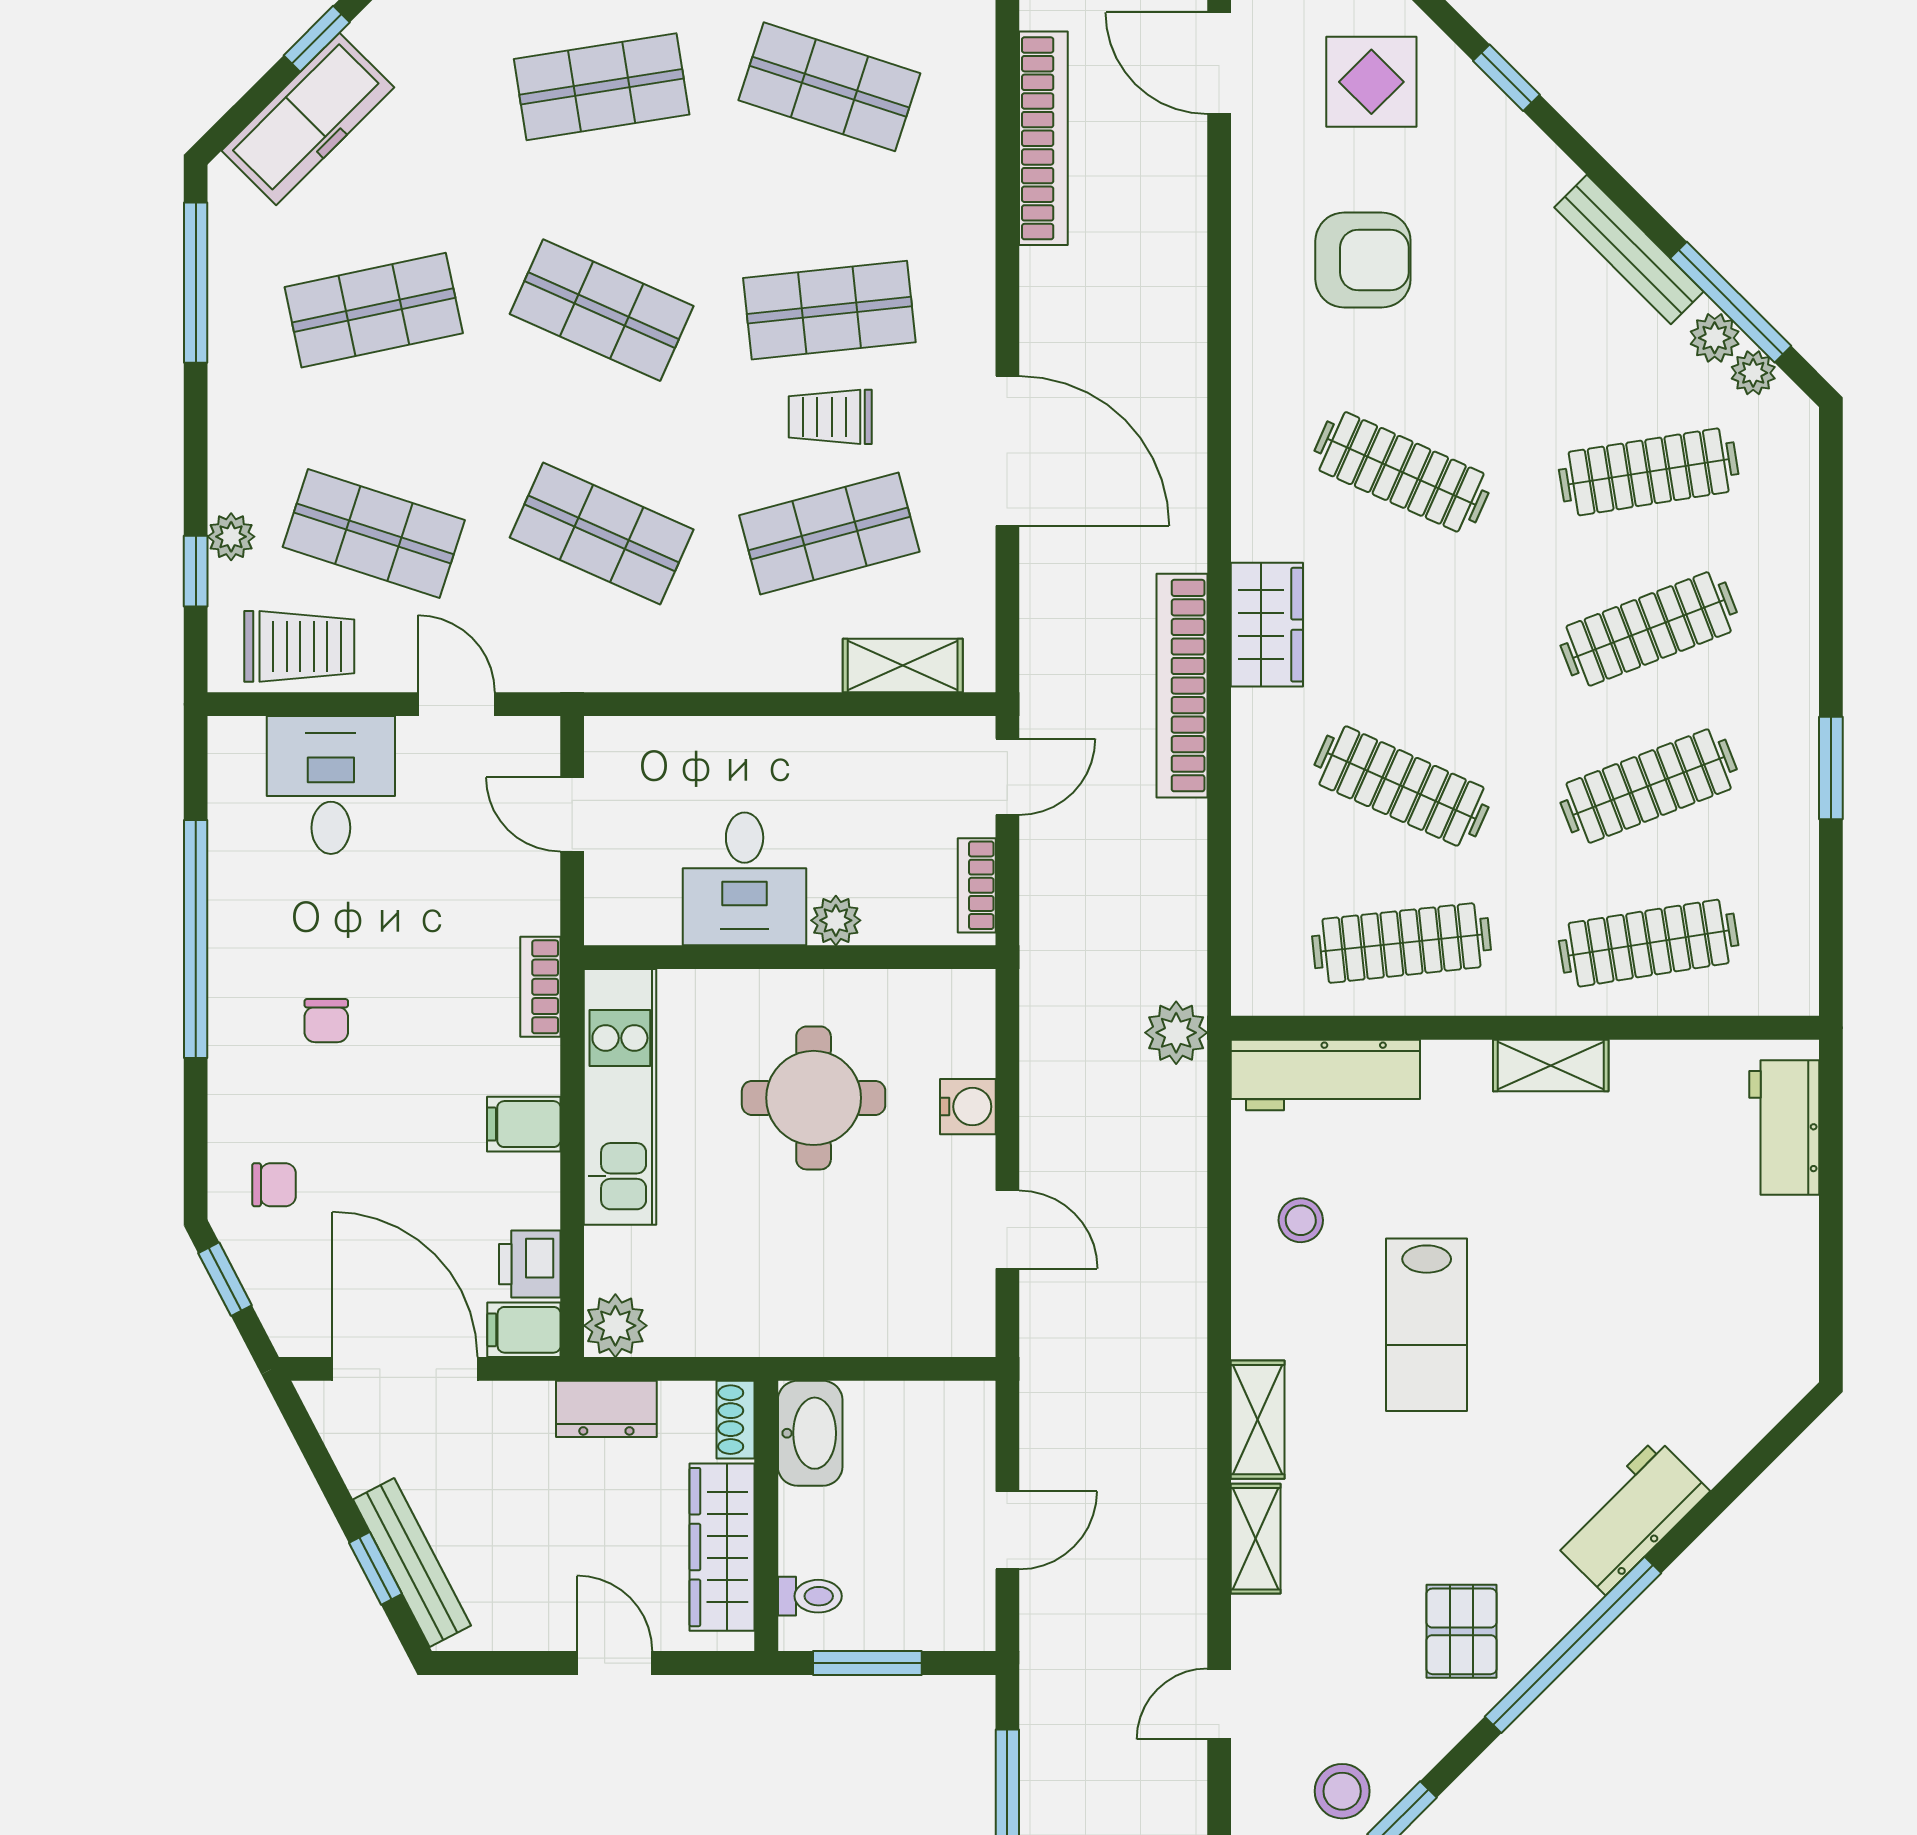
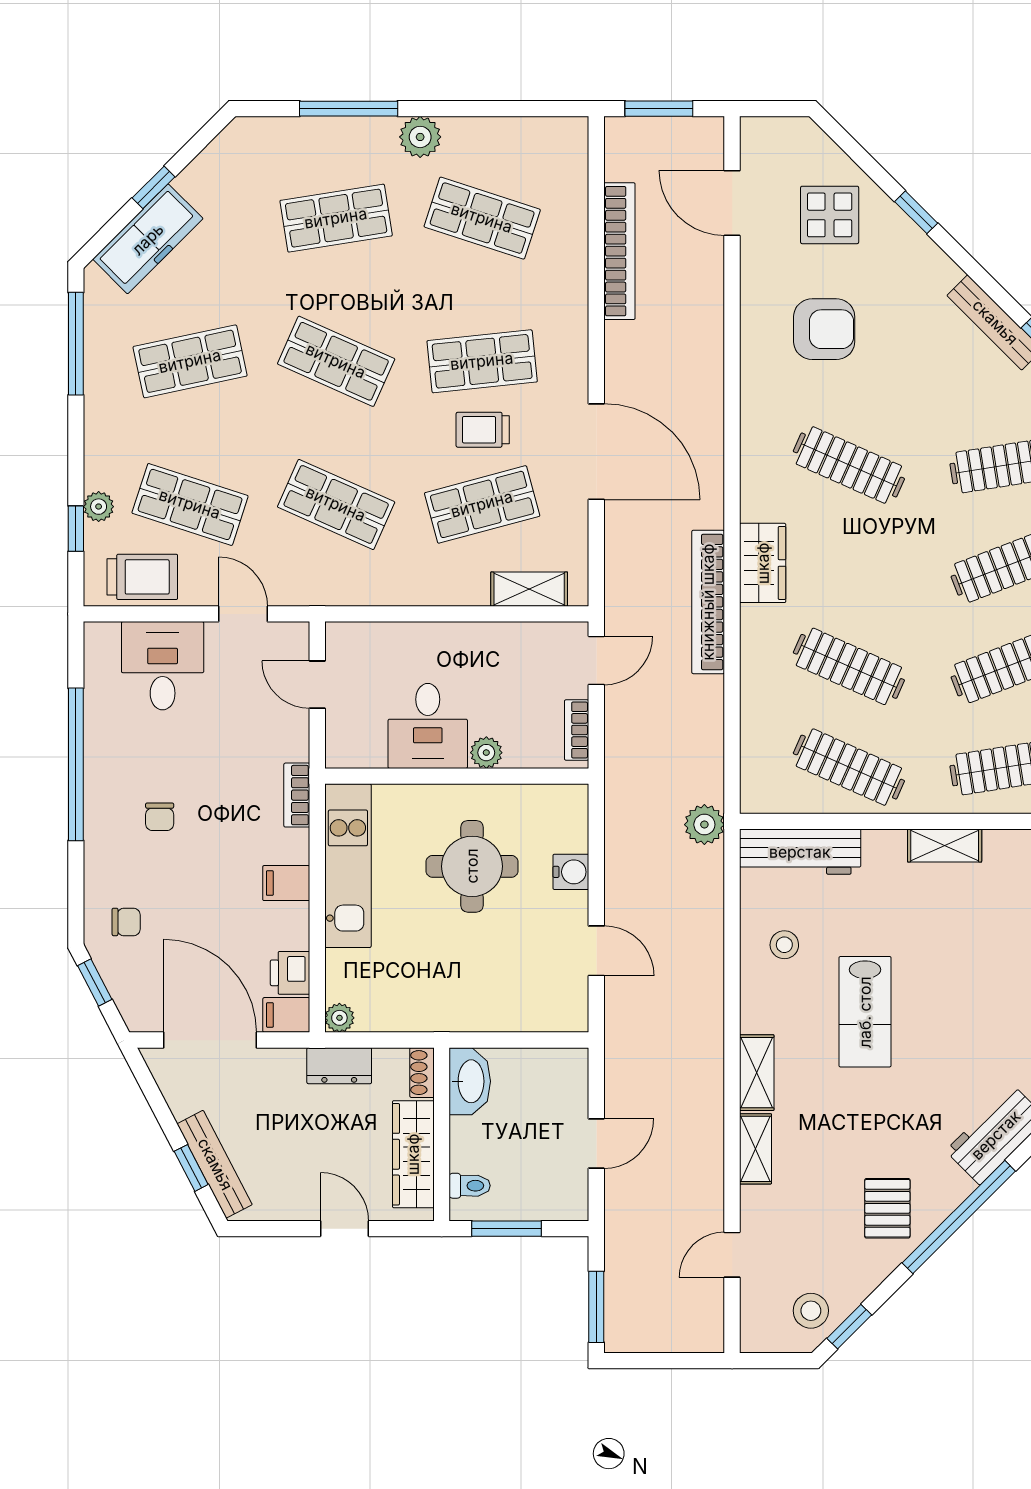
clothes rail: (1401, 943) -> (849, 767), turned 30
plant: (615, 1326) -> (339, 1018), width x0.73, depth x0.73

